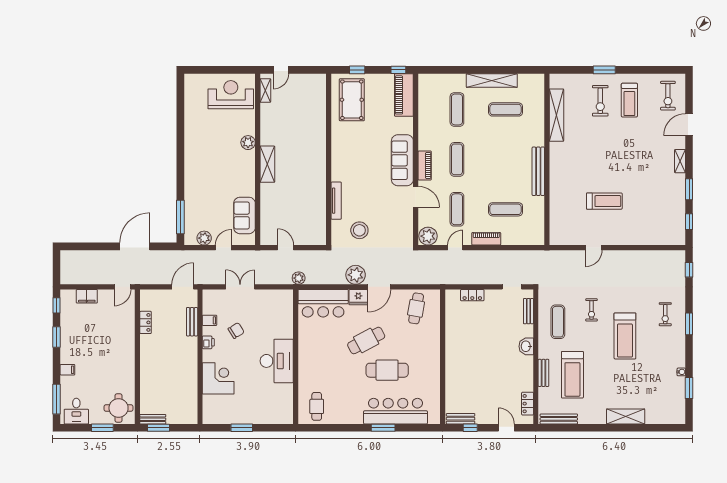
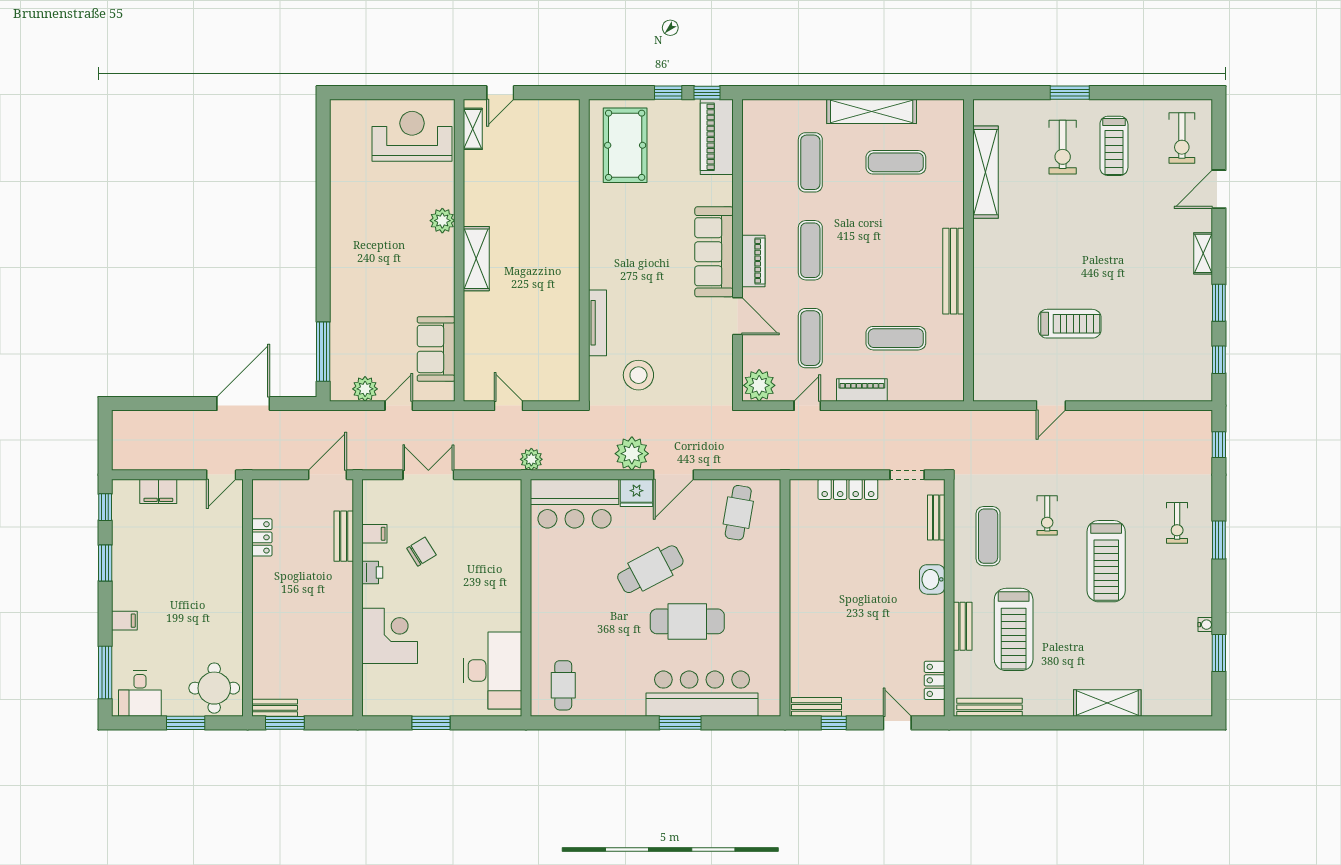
window: (357, 70) -> (668, 93), moved
locker: (472, 295) -> (848, 489), width x1.53
desk: (277, 361) -> (493, 670), moved

